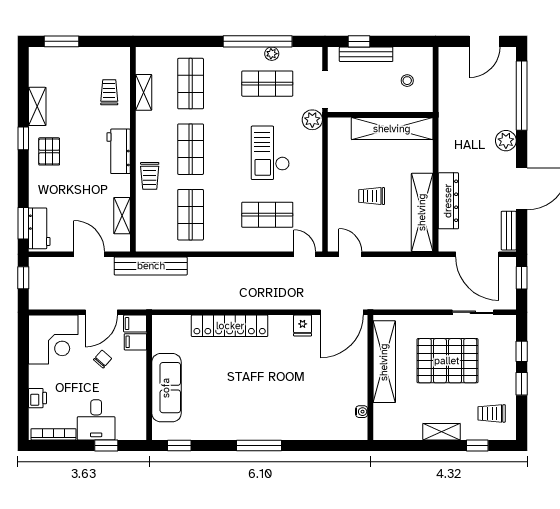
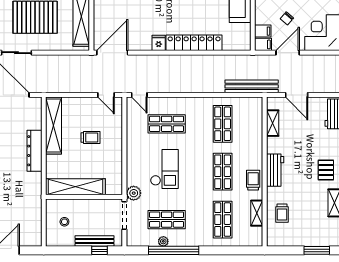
trolley: (150, 176) -> (253, 180), moved
dresser: (448, 201) -> (34, 151), moved
fridge: (303, 326) -> (159, 43), moved

